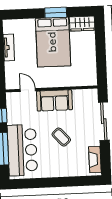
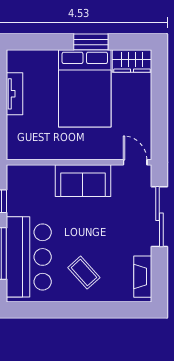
door: (28, 90) -> (135, 162), moved
coffee table: (61, 137) -> (84, 273), moved

